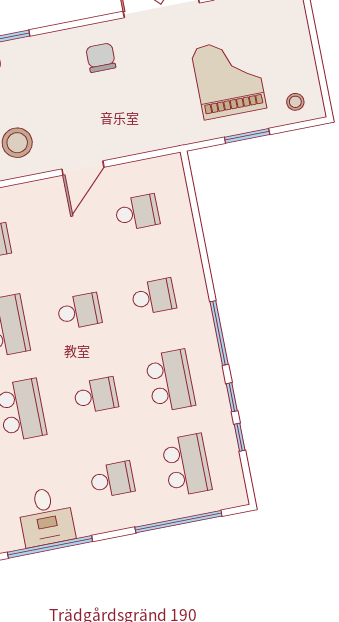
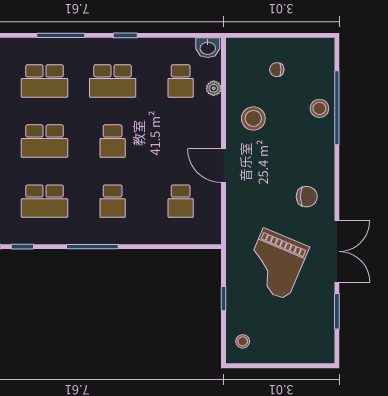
grand piano: (229, 78) -> (275, 264), moved, turned 113
window: (247, 136) -> (224, 299), width x0.67
window: (219, 333) -> (92, 247), moved
school desk: (96, 395) -> (44, 141), width x1.85

